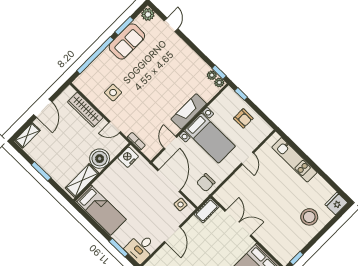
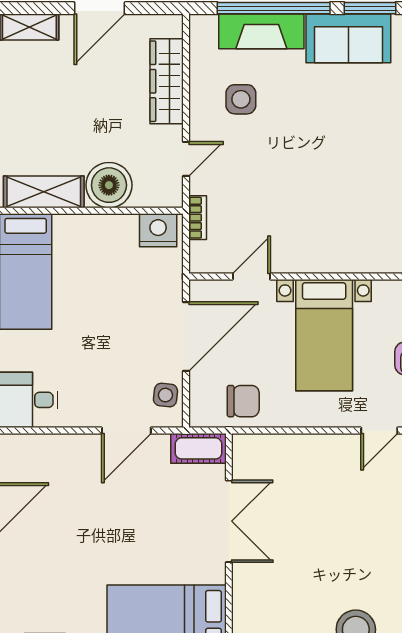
fireplace: (189, 111) -> (261, 31), moved, turned 180
door: (115, 127) -> (186, 159), swing flipped
door: (248, 158) -> (379, 431), moved
chair: (206, 183) -> (243, 401), turned 180
door: (172, 234) -> (126, 431), moved

